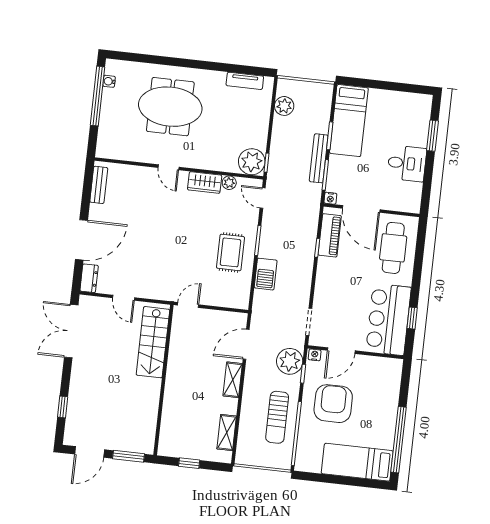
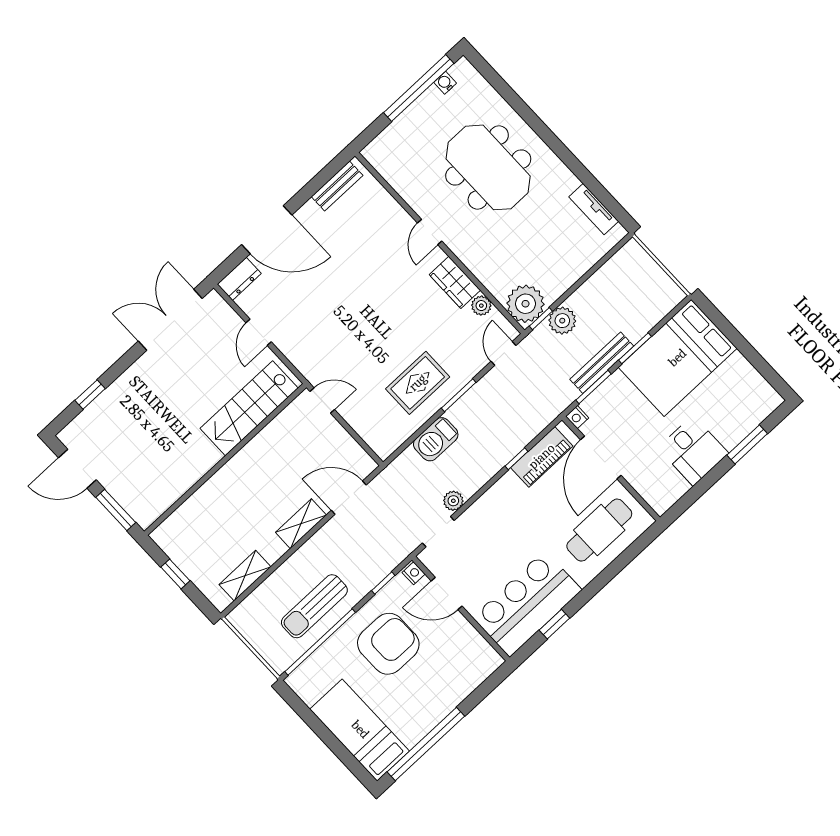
plant: (284, 106) -> (562, 321), moved
bed: (349, 121) -> (678, 358), width x1.50
plant: (290, 361) -> (453, 501), moved, width x0.53, depth x0.53

